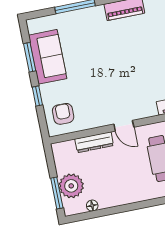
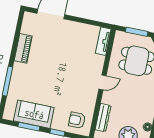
dresser: (94, 142) -> (103, 118), moved

